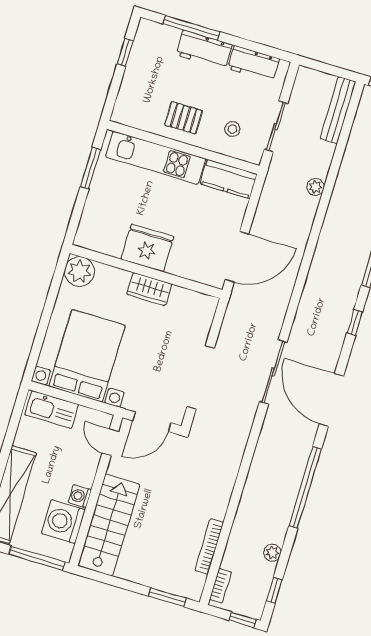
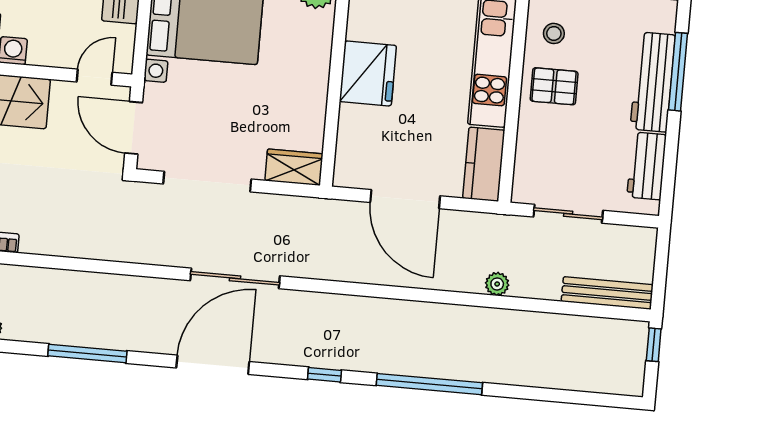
workbench: (204, 50) -> (653, 82), width x1.38
pallet: (184, 118) -> (554, 86), turned 90
stool: (232, 129) -> (554, 33), moved
door: (237, 257) -> (405, 199), moved
wardrobe: (149, 289) -> (294, 167), moved, turned 90
window: (305, 487) -> (87, 354), width x0.68

